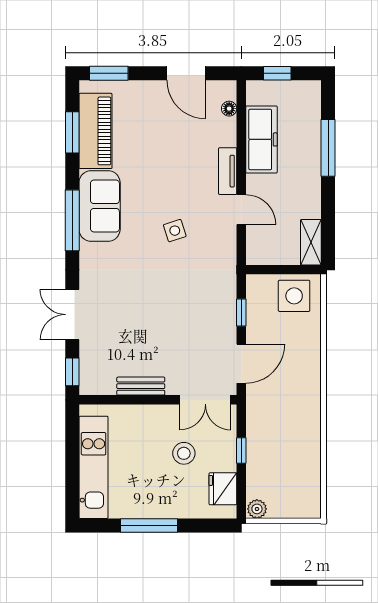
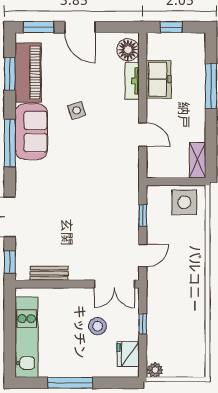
door: (186, 73) -> (80, 27), moved
floor lamp: (229, 109) -> (128, 50), width x1.89, depth x1.89
freezer: (261, 139) -> (159, 79), width x0.71
tv unit: (228, 171) -> (132, 81), moved
side table: (175, 231) -> (77, 110), moved
door: (241, 364) -> (143, 256), width x0.73
bench: (141, 386) -> (49, 273), moved

